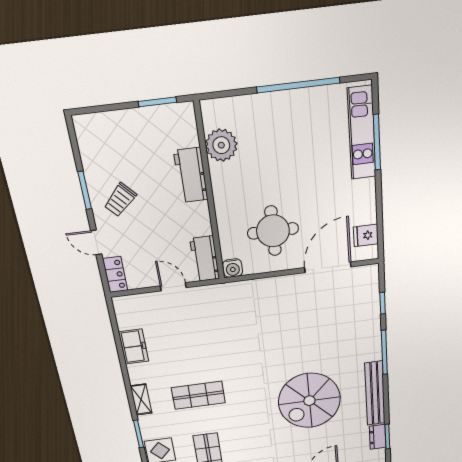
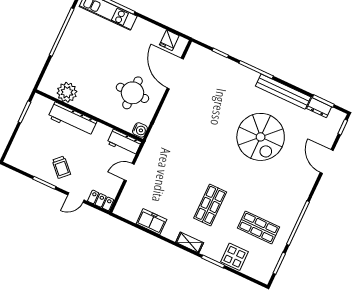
workbench: (191, 175) -> (72, 119), width x1.37

